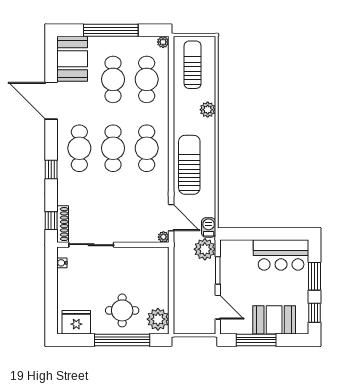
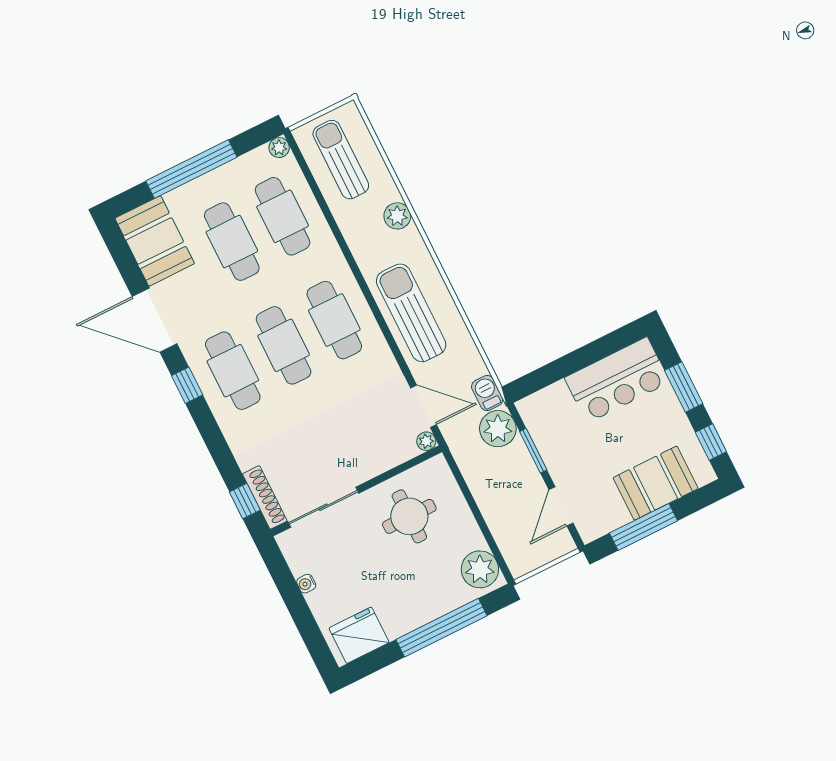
window: (51, 170) -> (187, 385), moved
water cooler: (62, 263) -> (306, 584), moved
door: (218, 307) -> (561, 506), swing flipped
round table: (122, 310) -> (409, 516), moved

